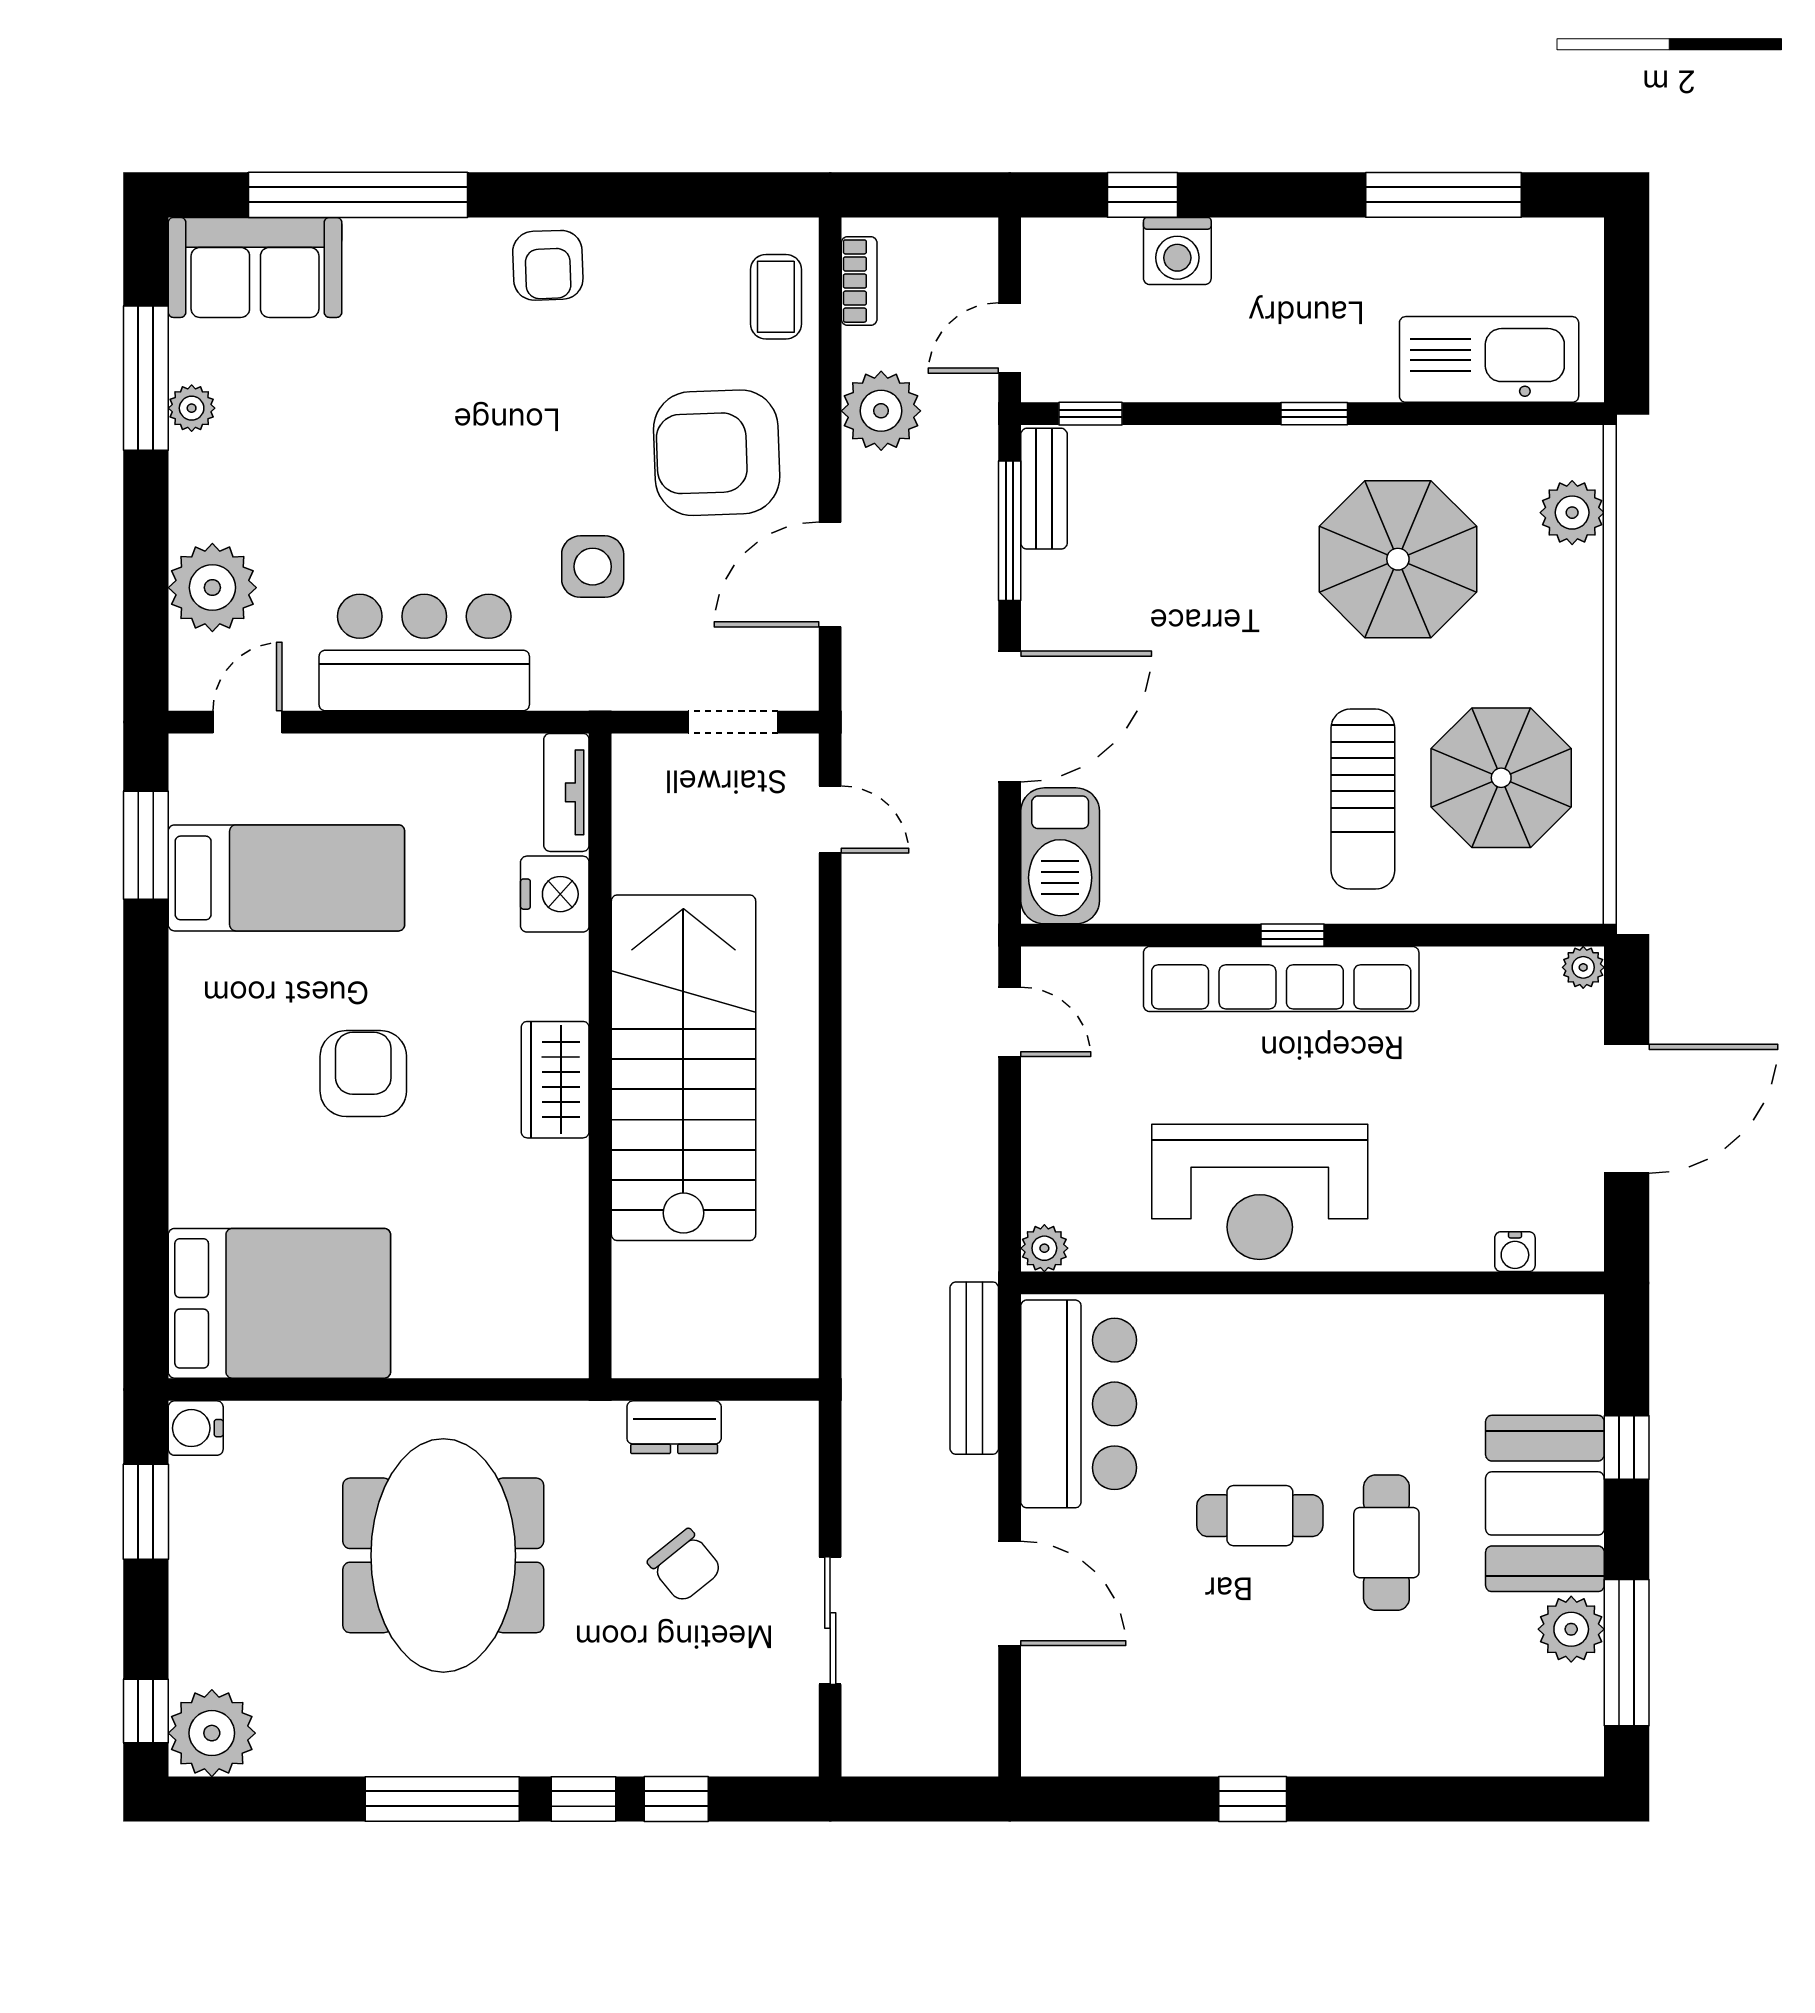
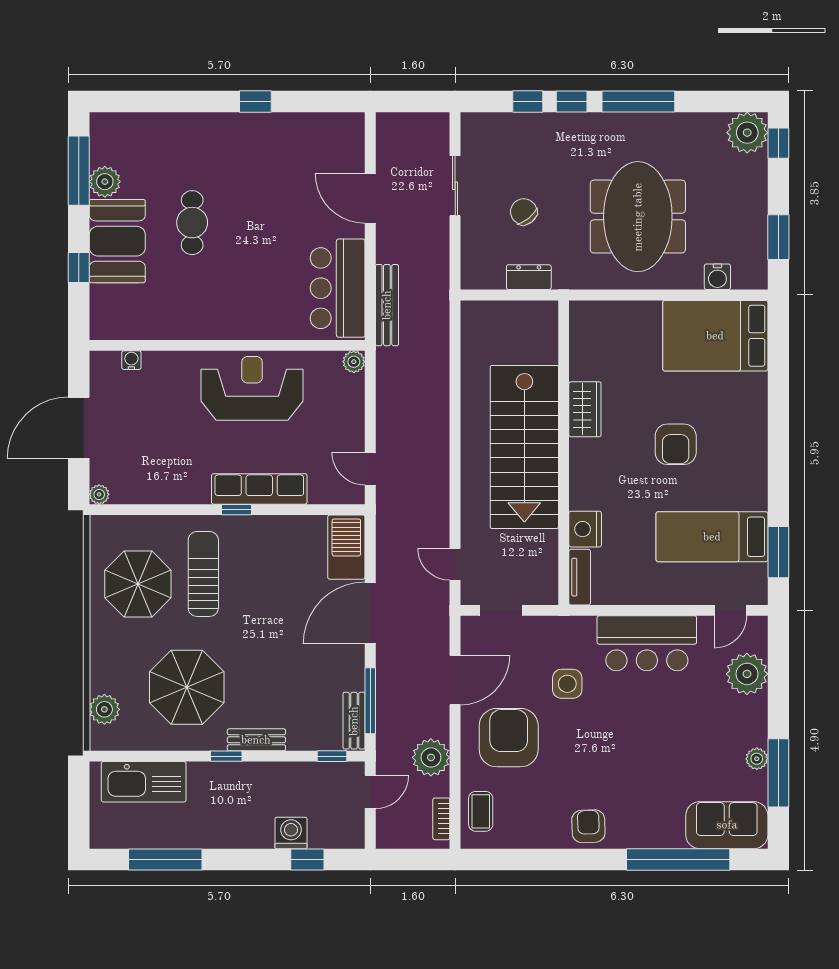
bench: (1250, 448) -> (256, 740), added
armchair: (717, 453) -> (509, 738), turned -88
row of seats: (1281, 979) -> (259, 489), width x0.73
wardrobe: (555, 1080) -> (585, 409), moved
water cooler: (196, 1428) -> (717, 277), moved, turned 90
cafe table: (1260, 1516) -> (252, 235), removed

